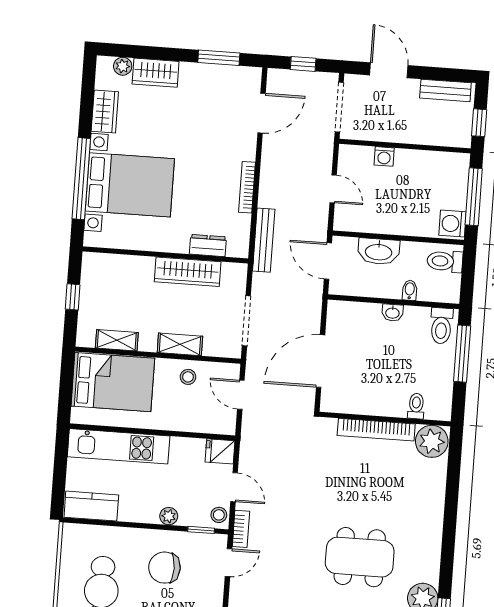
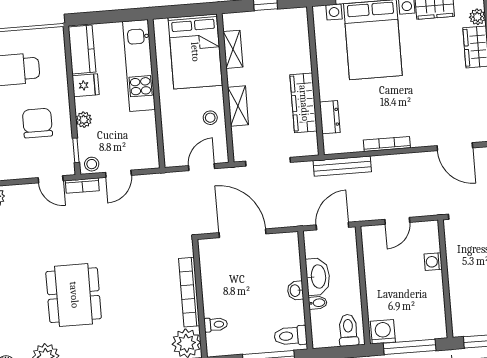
washbasin: (379, 251) -> (318, 277), moved, turned 180
fridge: (220, 451) -> (86, 85), moved, turned 90

